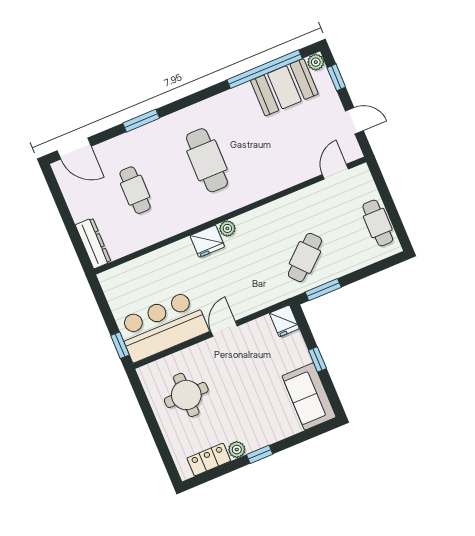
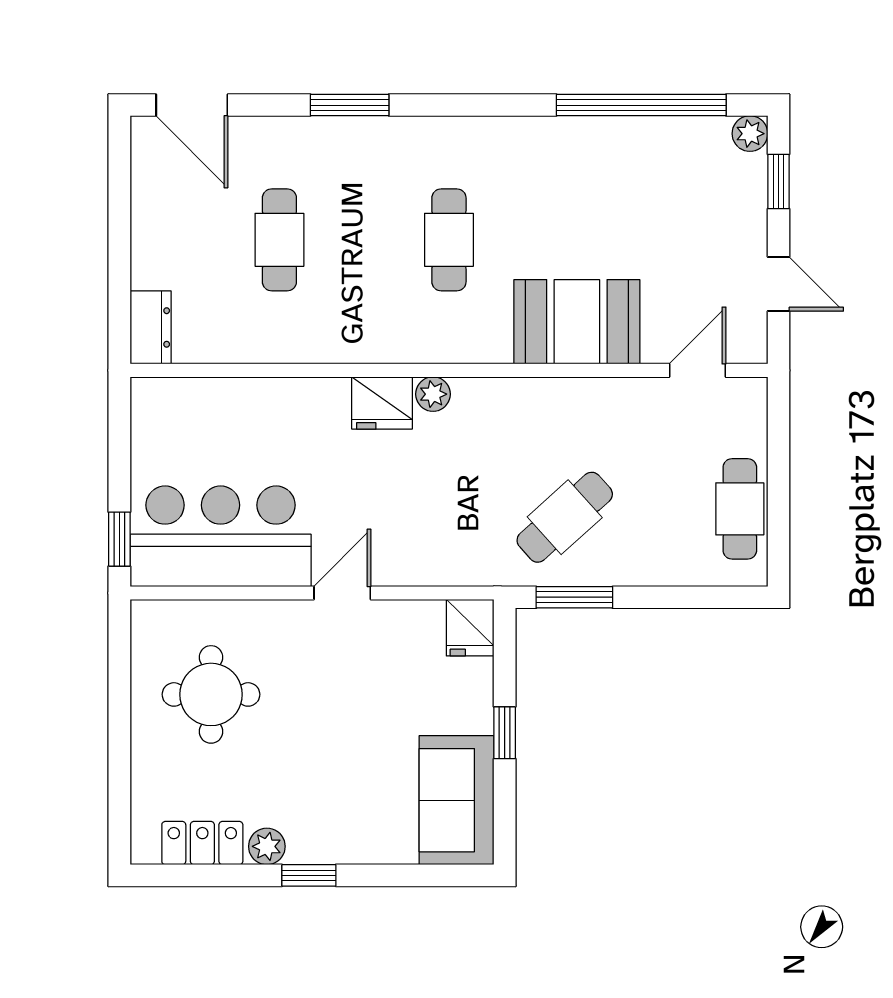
booth: (284, 87) -> (577, 322), moved
cafe table: (207, 160) -> (449, 240), width x0.73, depth x0.74
dresser: (93, 243) -> (151, 327), width x0.70

